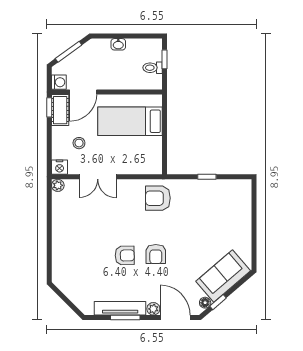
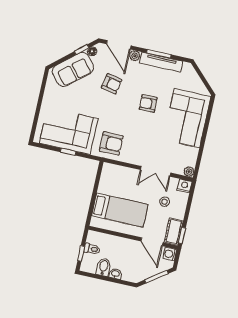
bidet: (134, 49) -> (104, 267), added
door: (83, 92) -> (152, 242), swing flipped
double door: (98, 177) -> (156, 171), swing flipped
corner sofa: (212, 202) -> (69, 131), added
corner sofa: (75, 249) -> (187, 118), added
armchair: (156, 254) -> (112, 84), moved, turned 101

